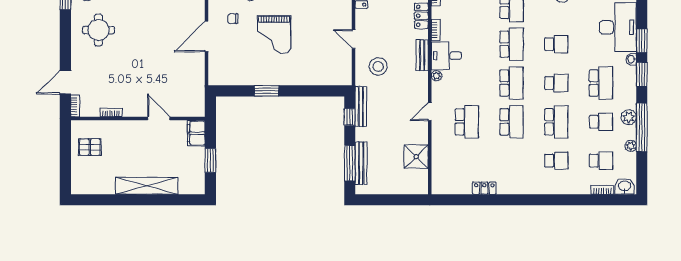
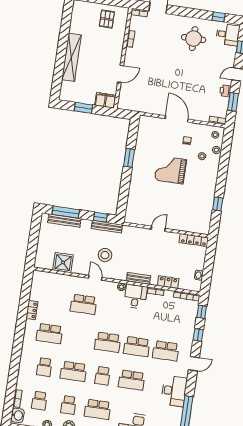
school desk: (556, 44) -> (132, 380), width x1.85
stool: (378, 66) -> (105, 255), moved
school desk: (511, 122) -> (49, 333), moved

